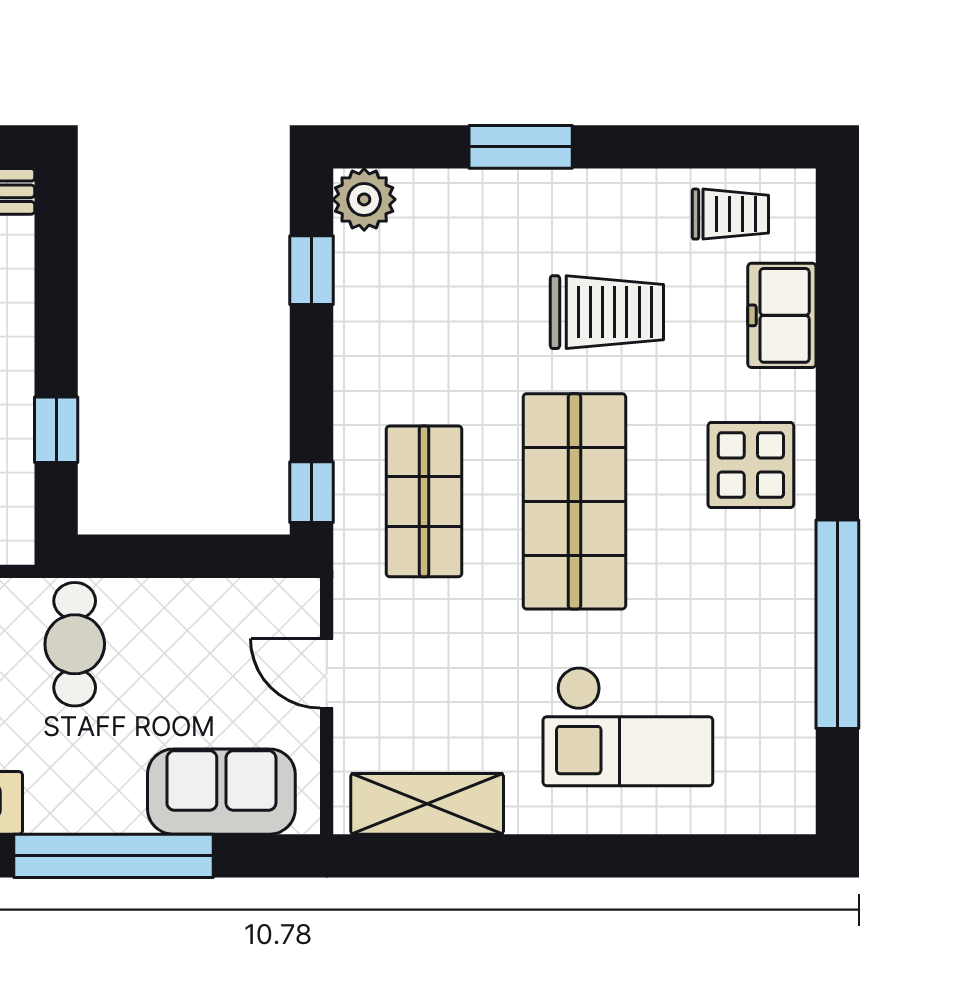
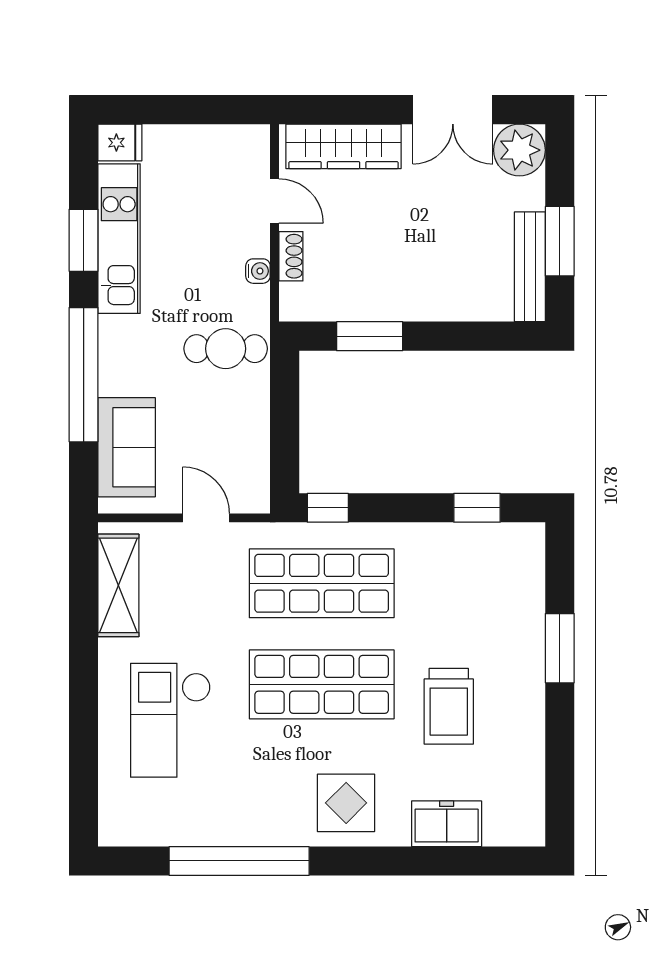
plant: (364, 199) -> (524, 543), removed
trolley: (730, 214) -> (515, 789), removed
window: (56, 430) -> (370, 336), width x1.50
shop shelf: (424, 501) -> (322, 583), width x1.43, depth x1.36
door: (327, 673) -> (206, 518), hinge flipped

